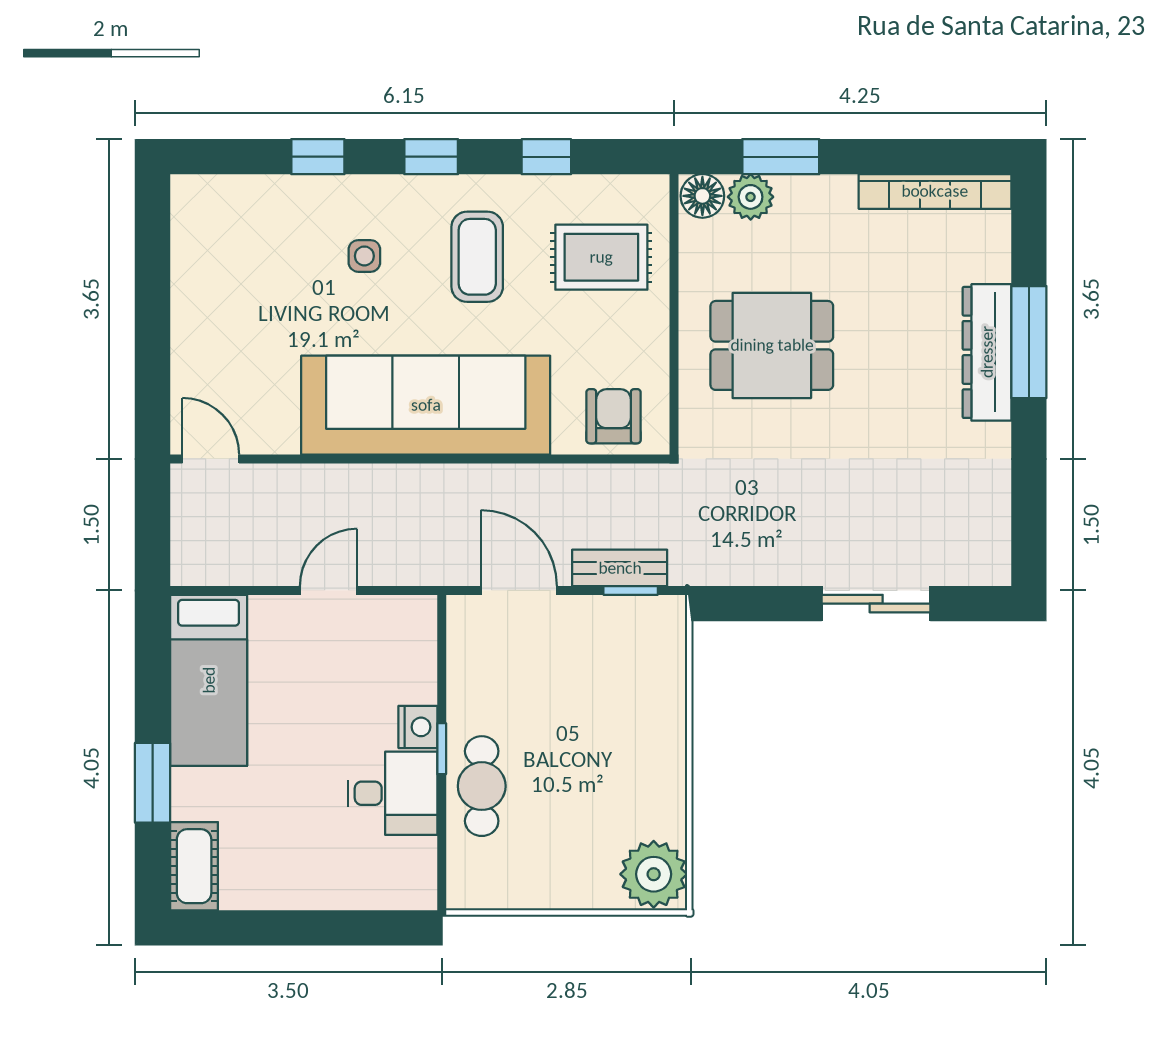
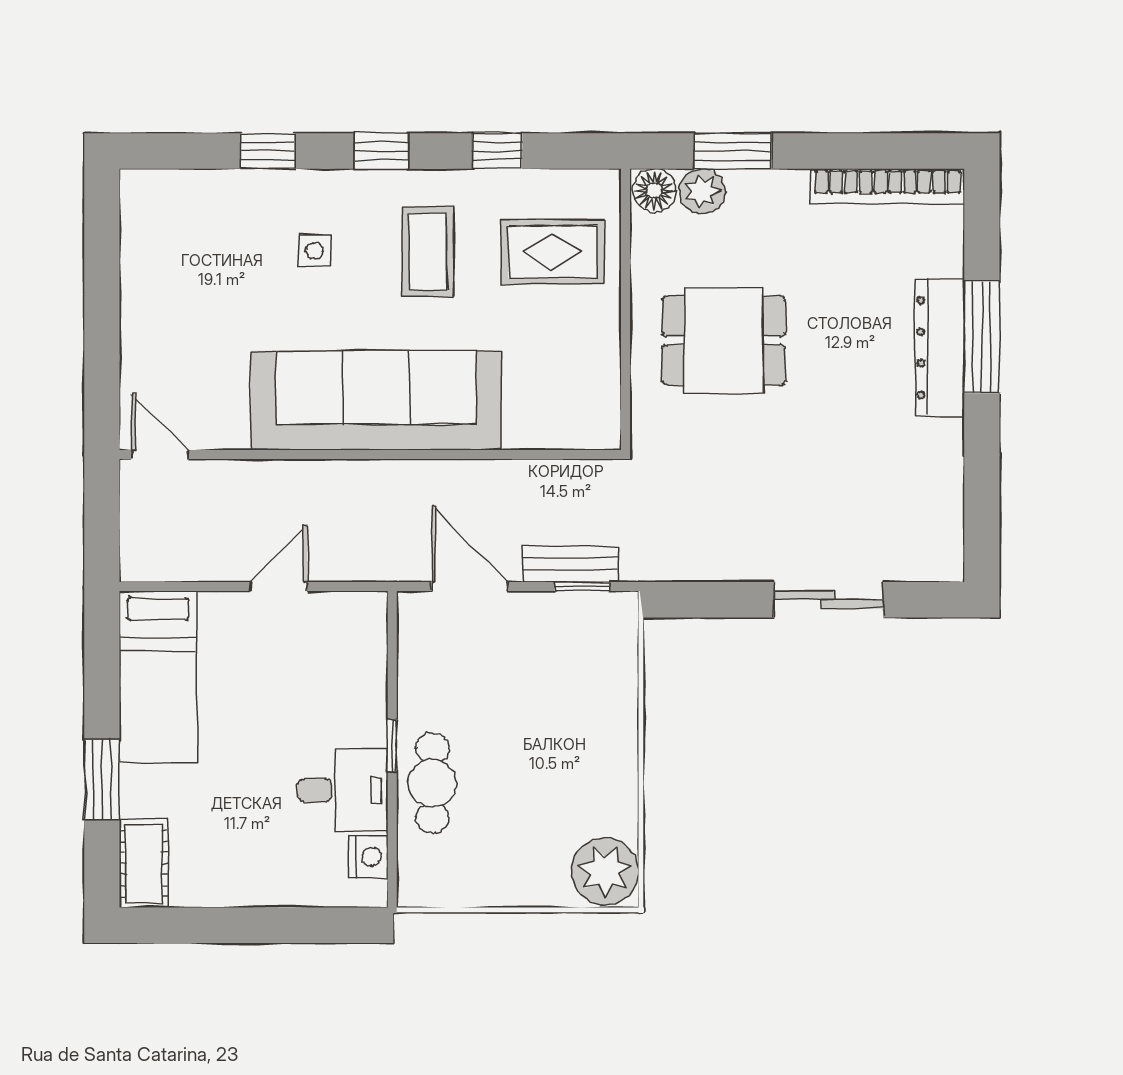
armchair: (614, 416) -> (565, 412), removed
nightstand: (418, 727) -> (368, 857), moved

